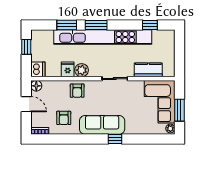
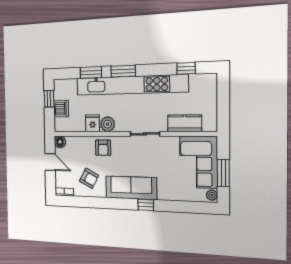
dishwasher: (38, 69) -> (61, 109), moved
armchair: (64, 118) -> (89, 178), turned -62

